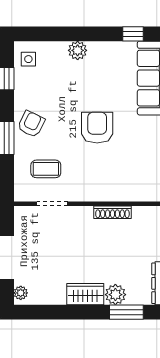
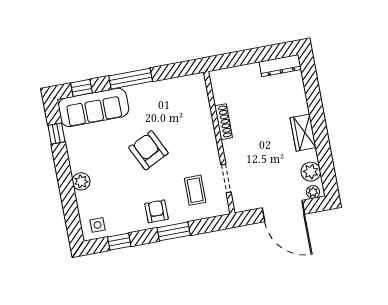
armchair: (31, 124) -> (156, 211), turned 64
armchair: (97, 128) -> (148, 150), turned 64
plant: (115, 295) -> (311, 172), moved
window: (126, 312) -> (313, 92), removed

